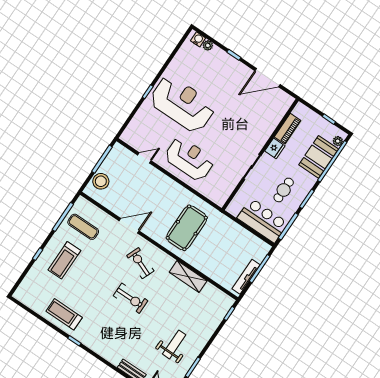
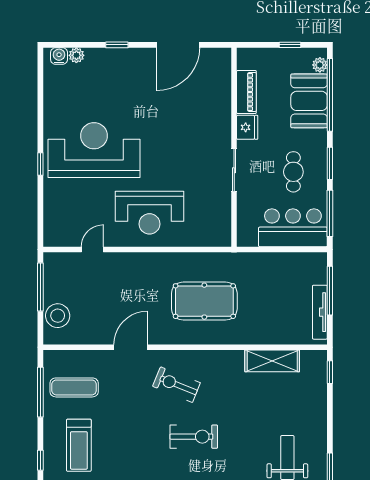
reception desk: (189, 159) -> (149, 213), turned 180
pool table: (187, 228) -> (204, 301), turned 90
shelving: (188, 277) -> (272, 361), moved

